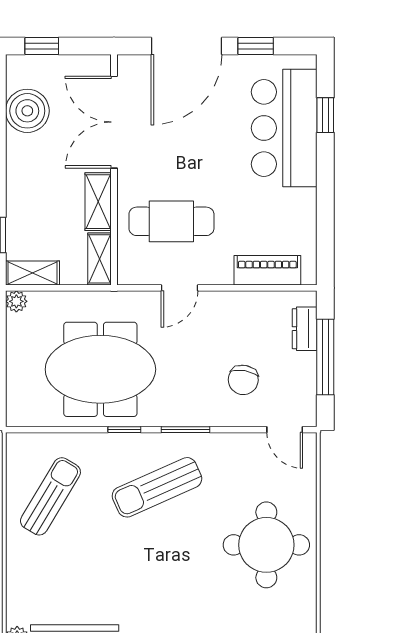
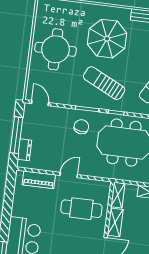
door: (179, 288) -> (69, 175), moved
chair: (243, 380) -> (81, 127), moved
sun lounger: (157, 487) -> (104, 83), turned -130
parasol: (163, 580) -> (107, 39), added

